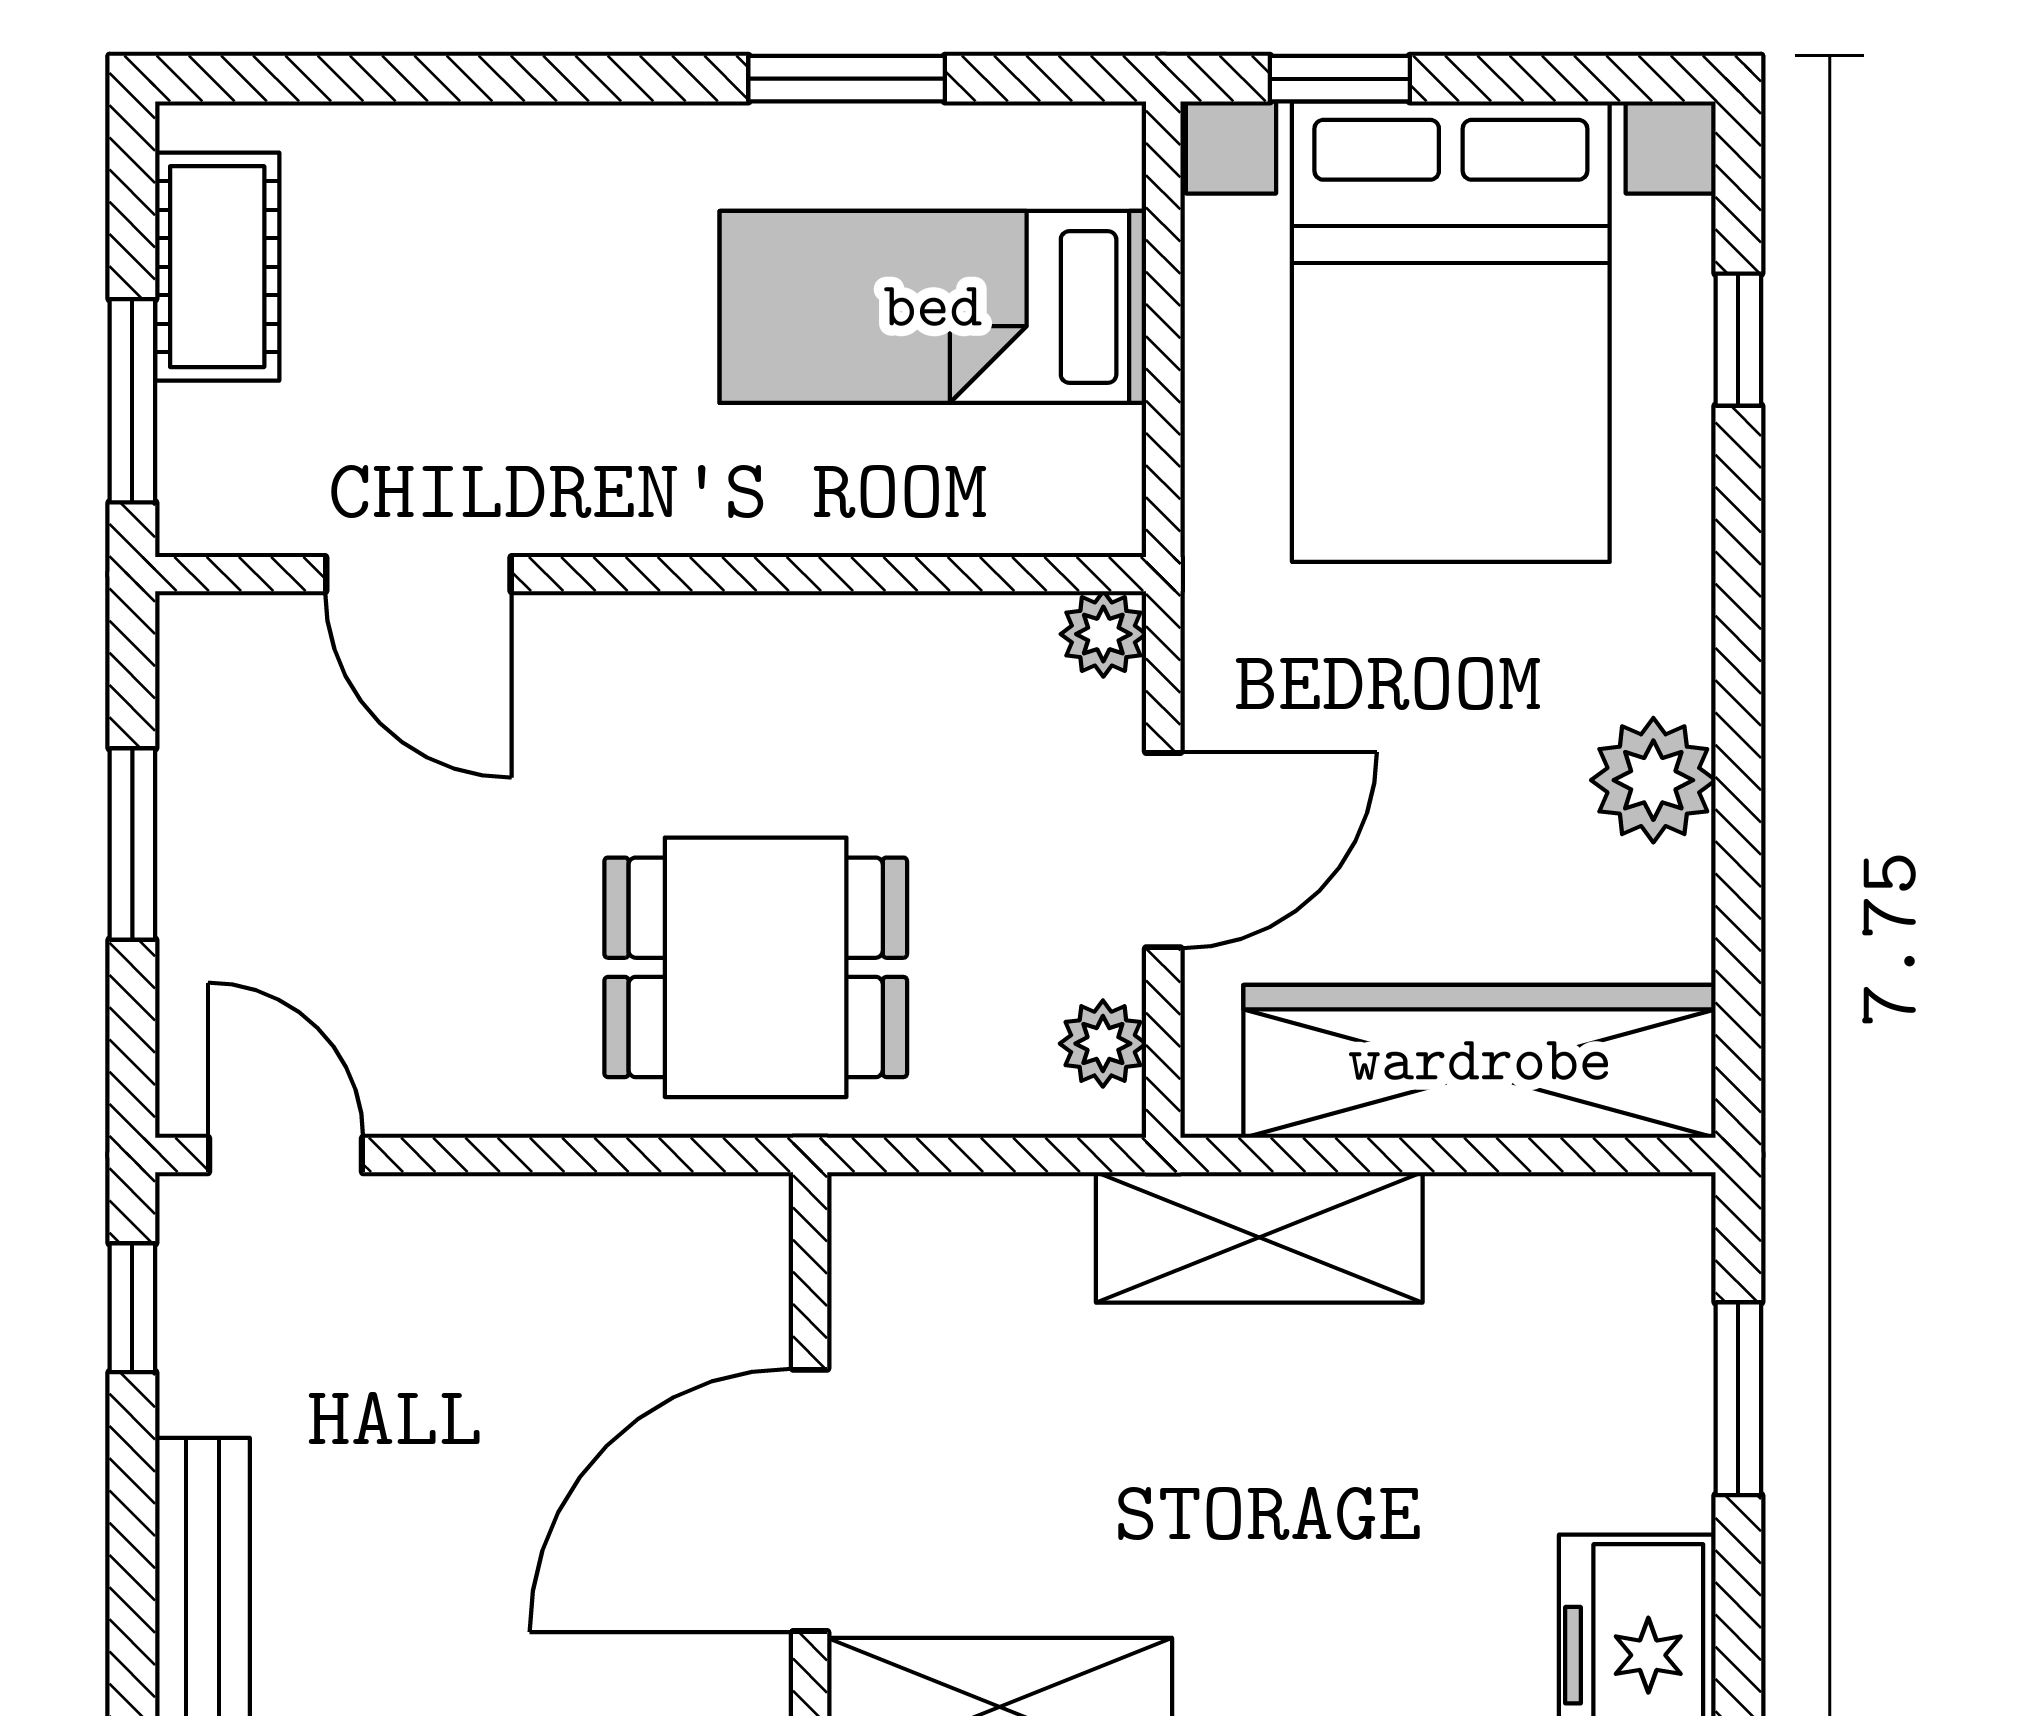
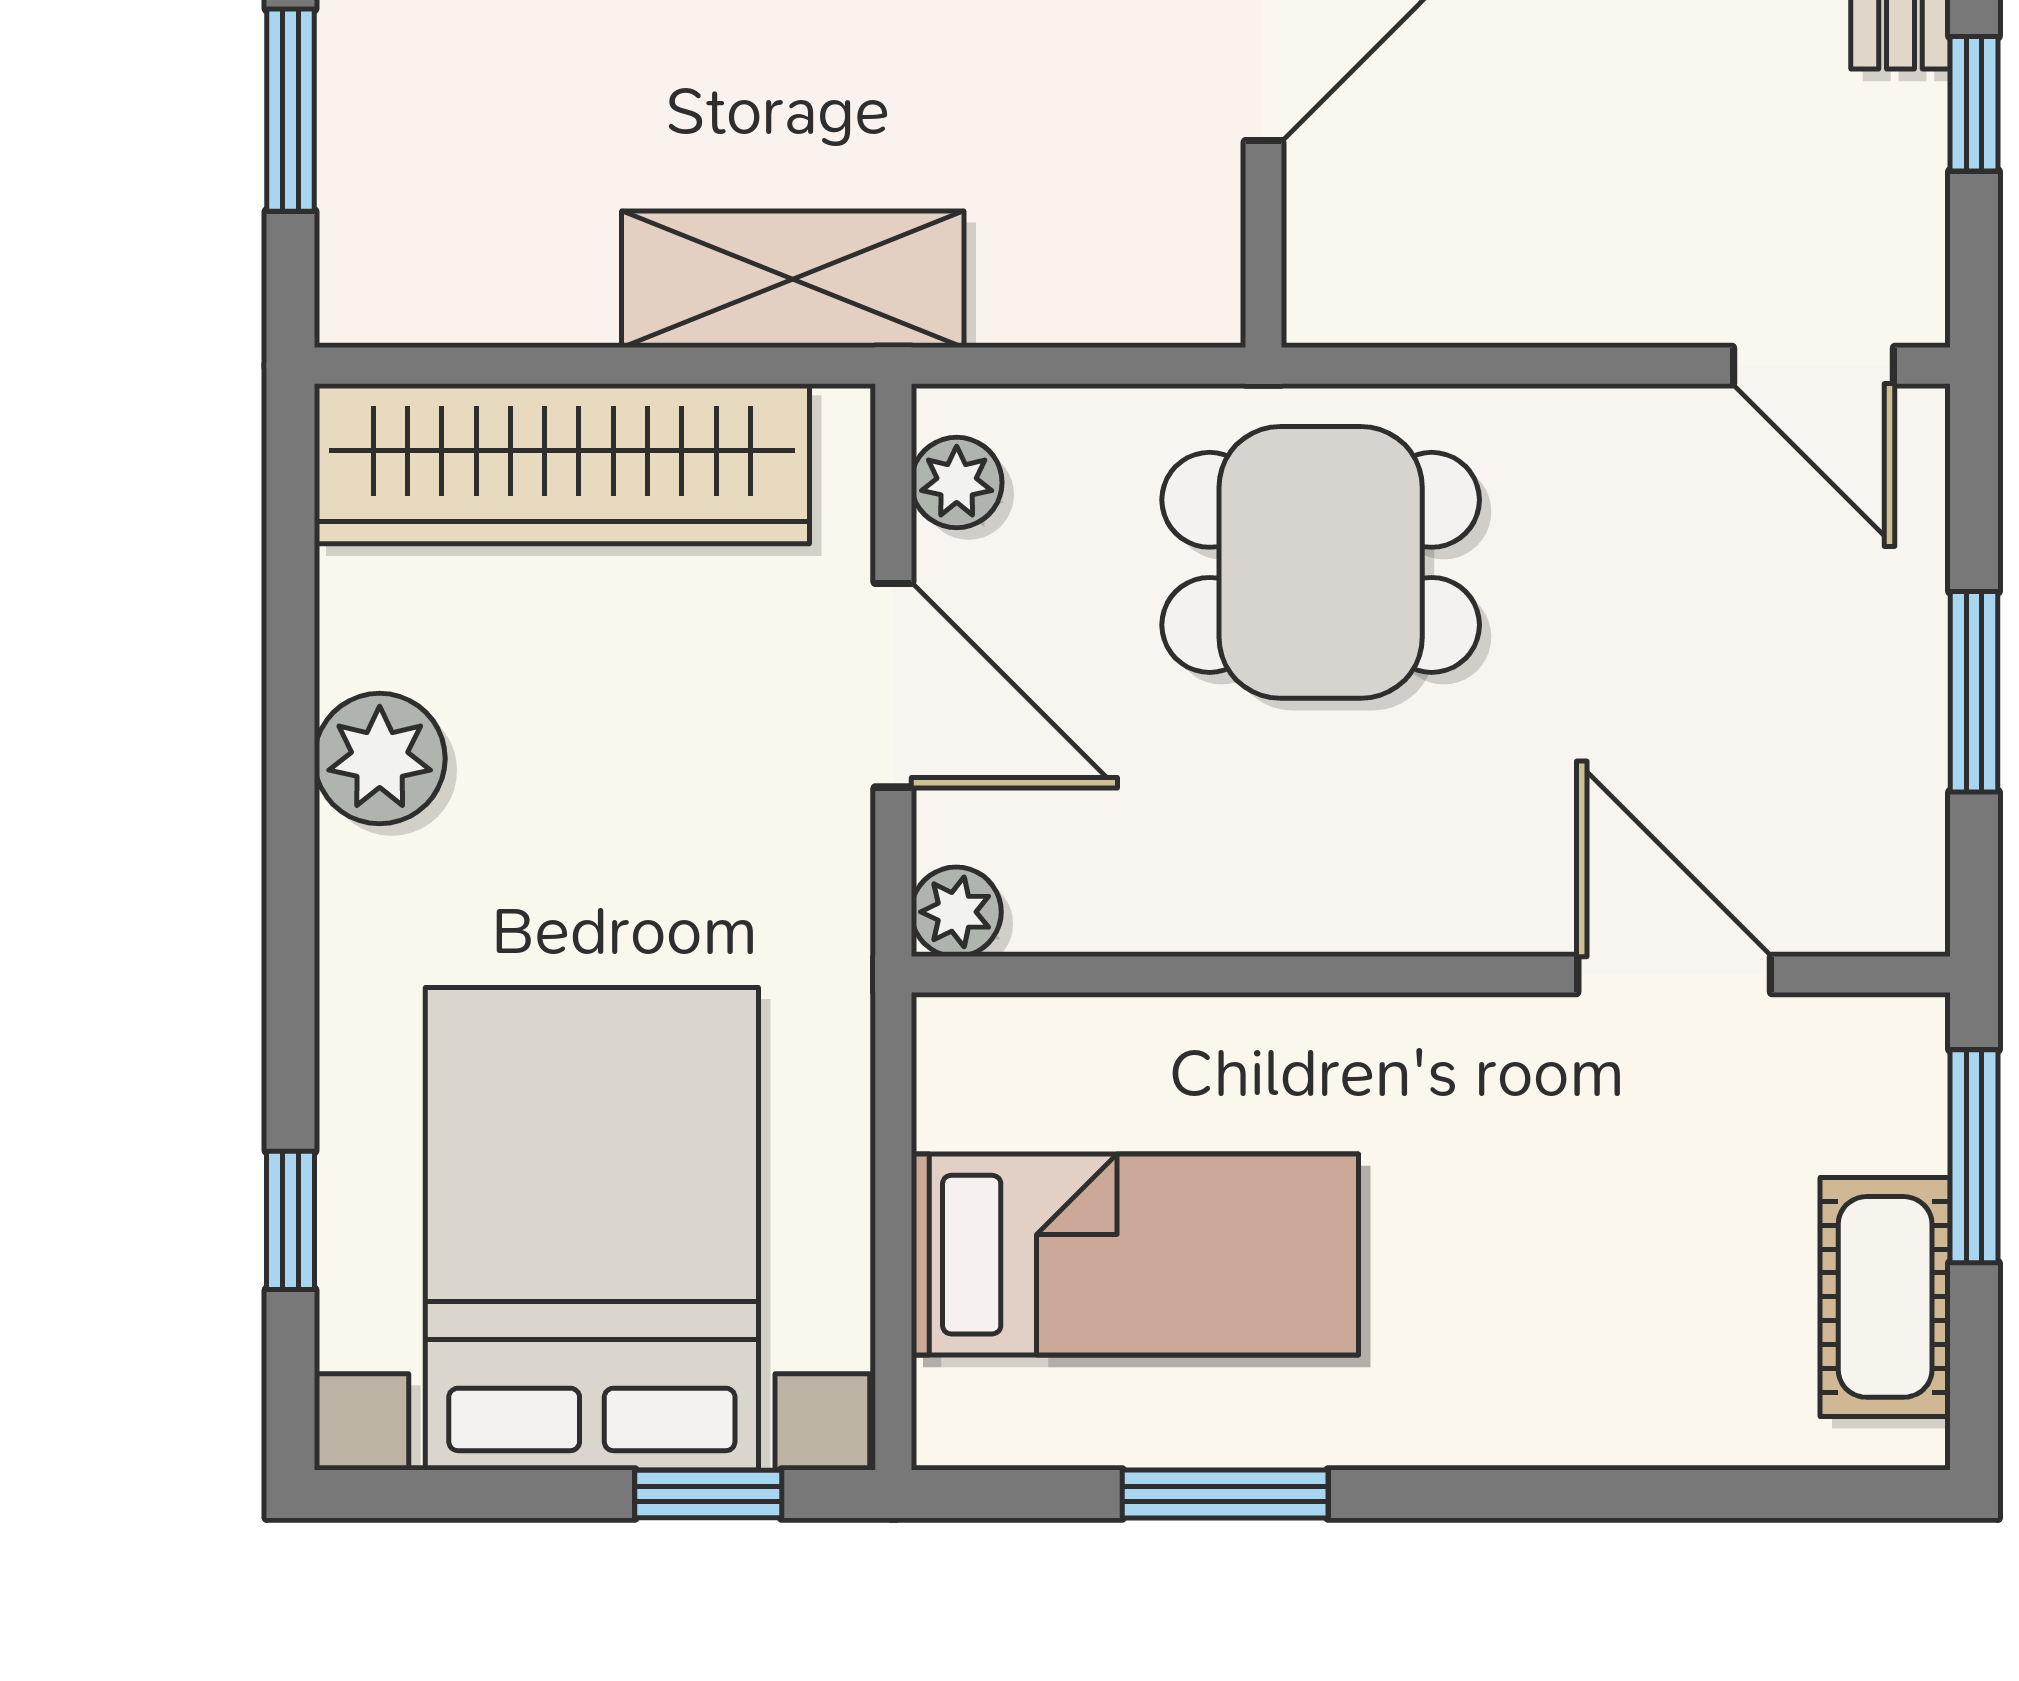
door: (1163, 850) -> (893, 685), swing flipped
window: (132, 1308) -> (1974, 104), moved

